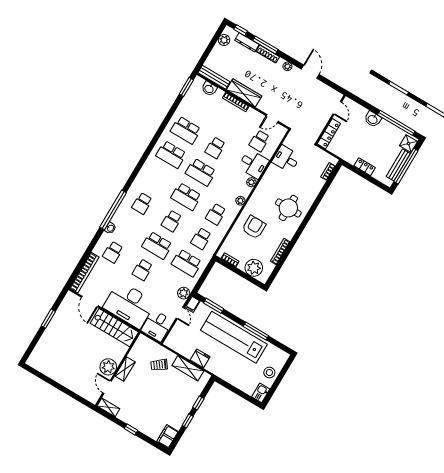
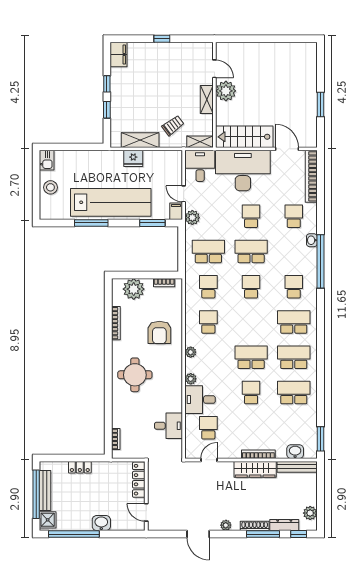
school desk: (186, 197) -> (294, 322), moved
shelving: (108, 407) -> (200, 142), moved

